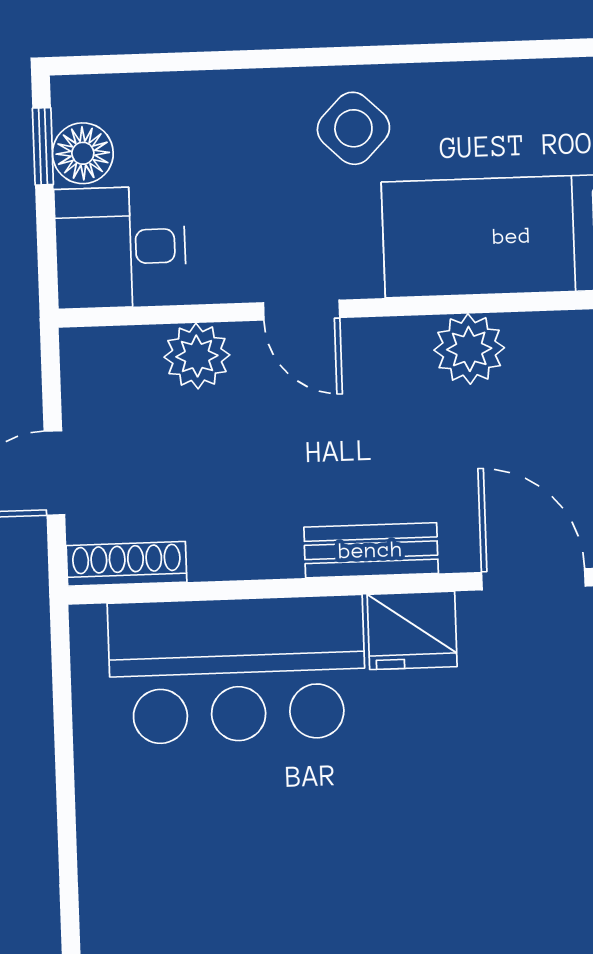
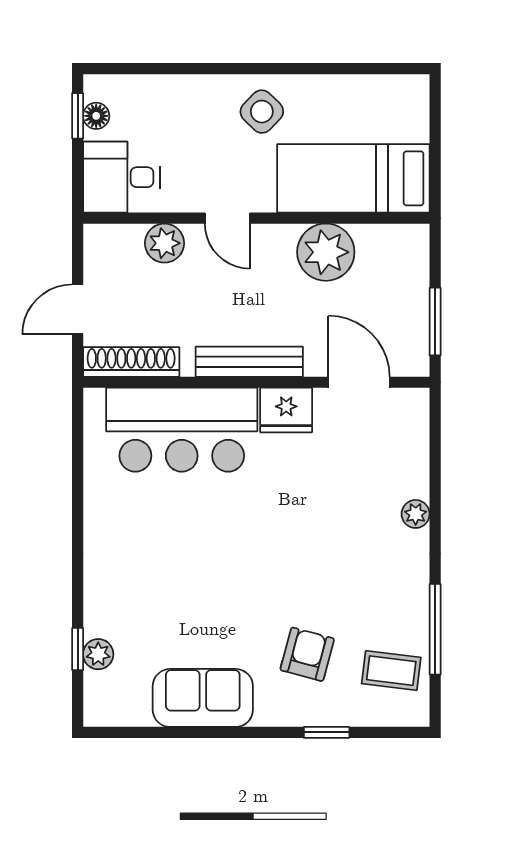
floor lamp: (83, 153) -> (96, 116), width x0.73, depth x0.73
plant: (469, 349) -> (326, 252), width x1.36, depth x1.36
bench: (371, 550) -> (249, 362), width x1.36
shoe rack: (127, 564) -> (131, 362), width x1.36, depth x1.24

